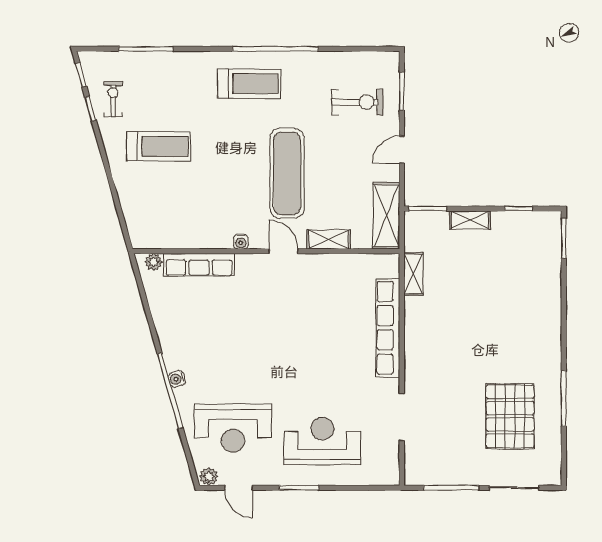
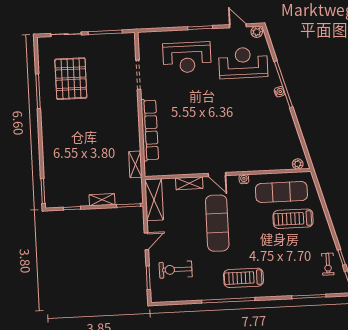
treadmill: (159, 146) -> (293, 219), moved
exercise mat: (182, 218) -> (281, 192), added
row of seats: (199, 265) -> (269, 163), removed

